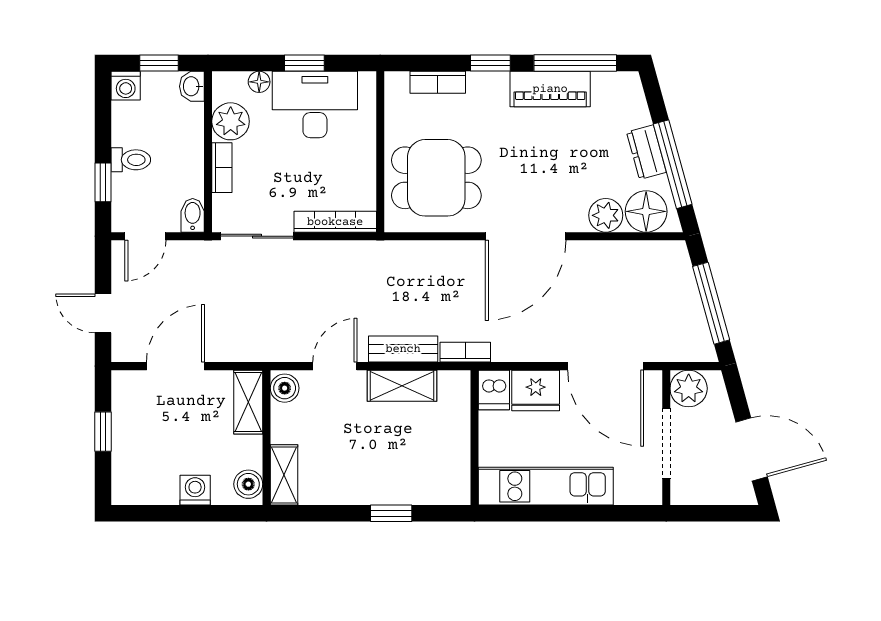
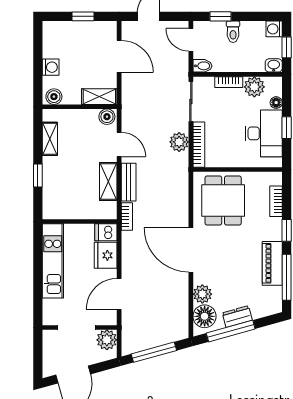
plant: (330, 257) -> (179, 142), added
door: (606, 366) -> (119, 294), width x0.73
shelving: (284, 475) -> (50, 139), moved, turned 90

